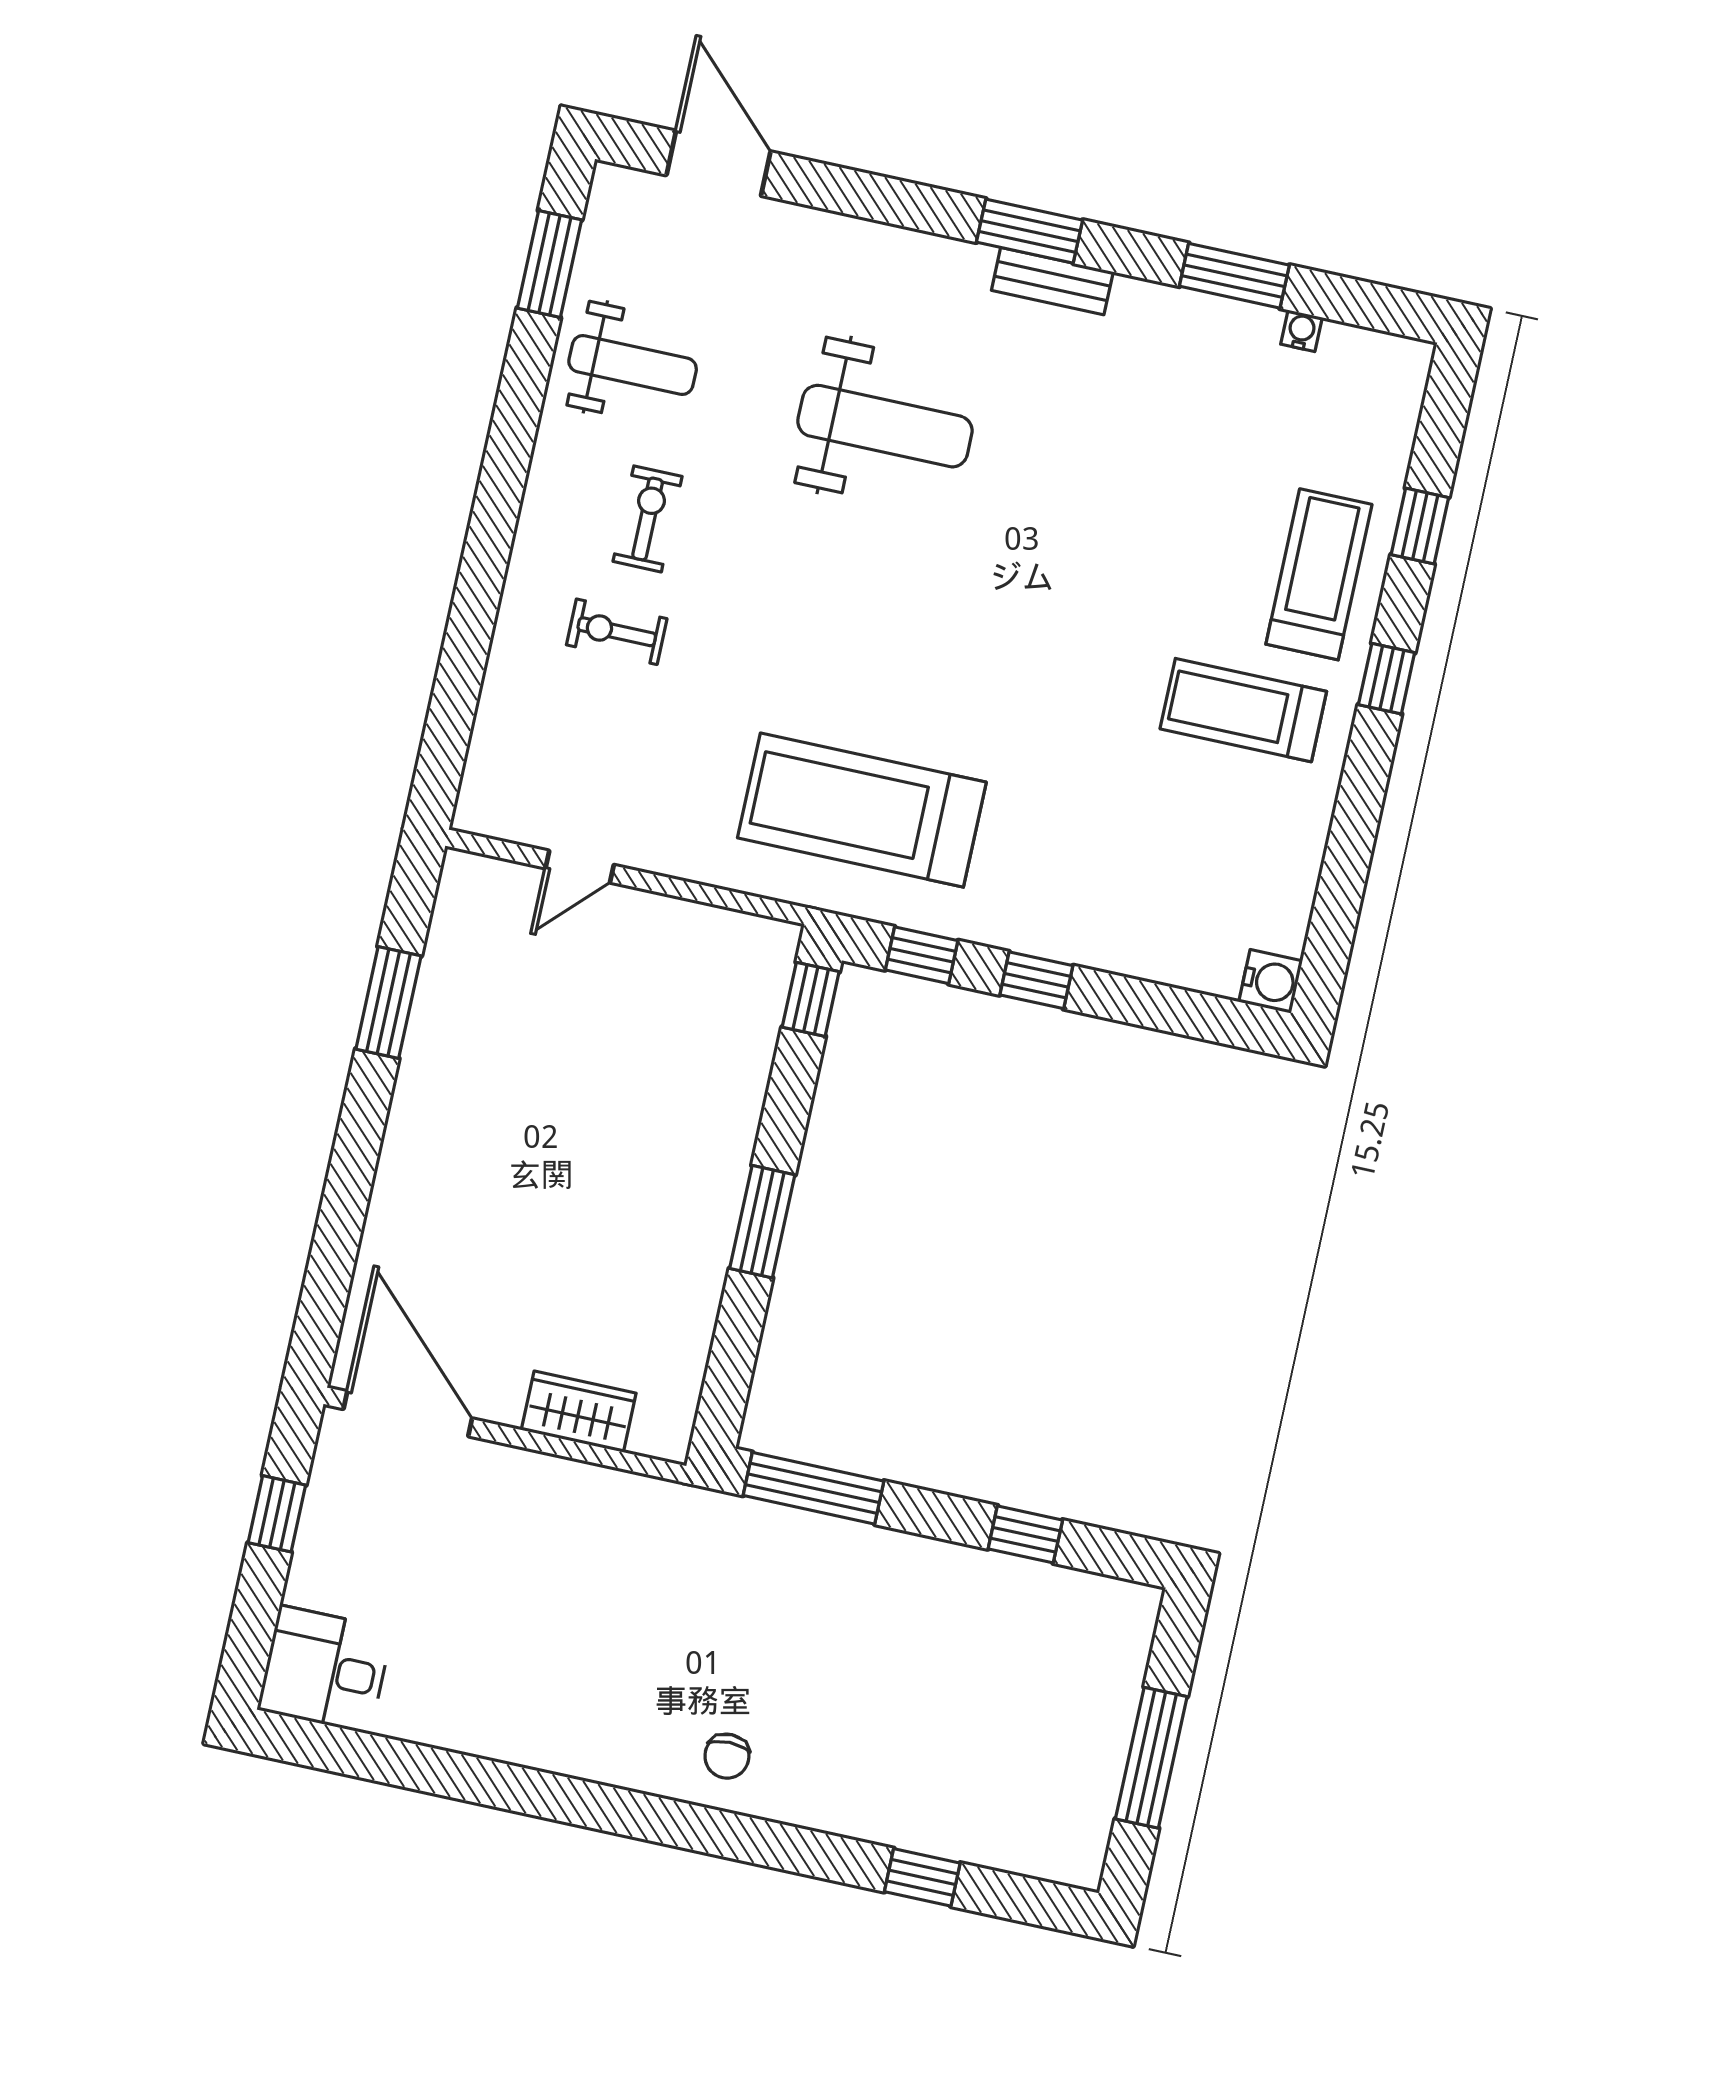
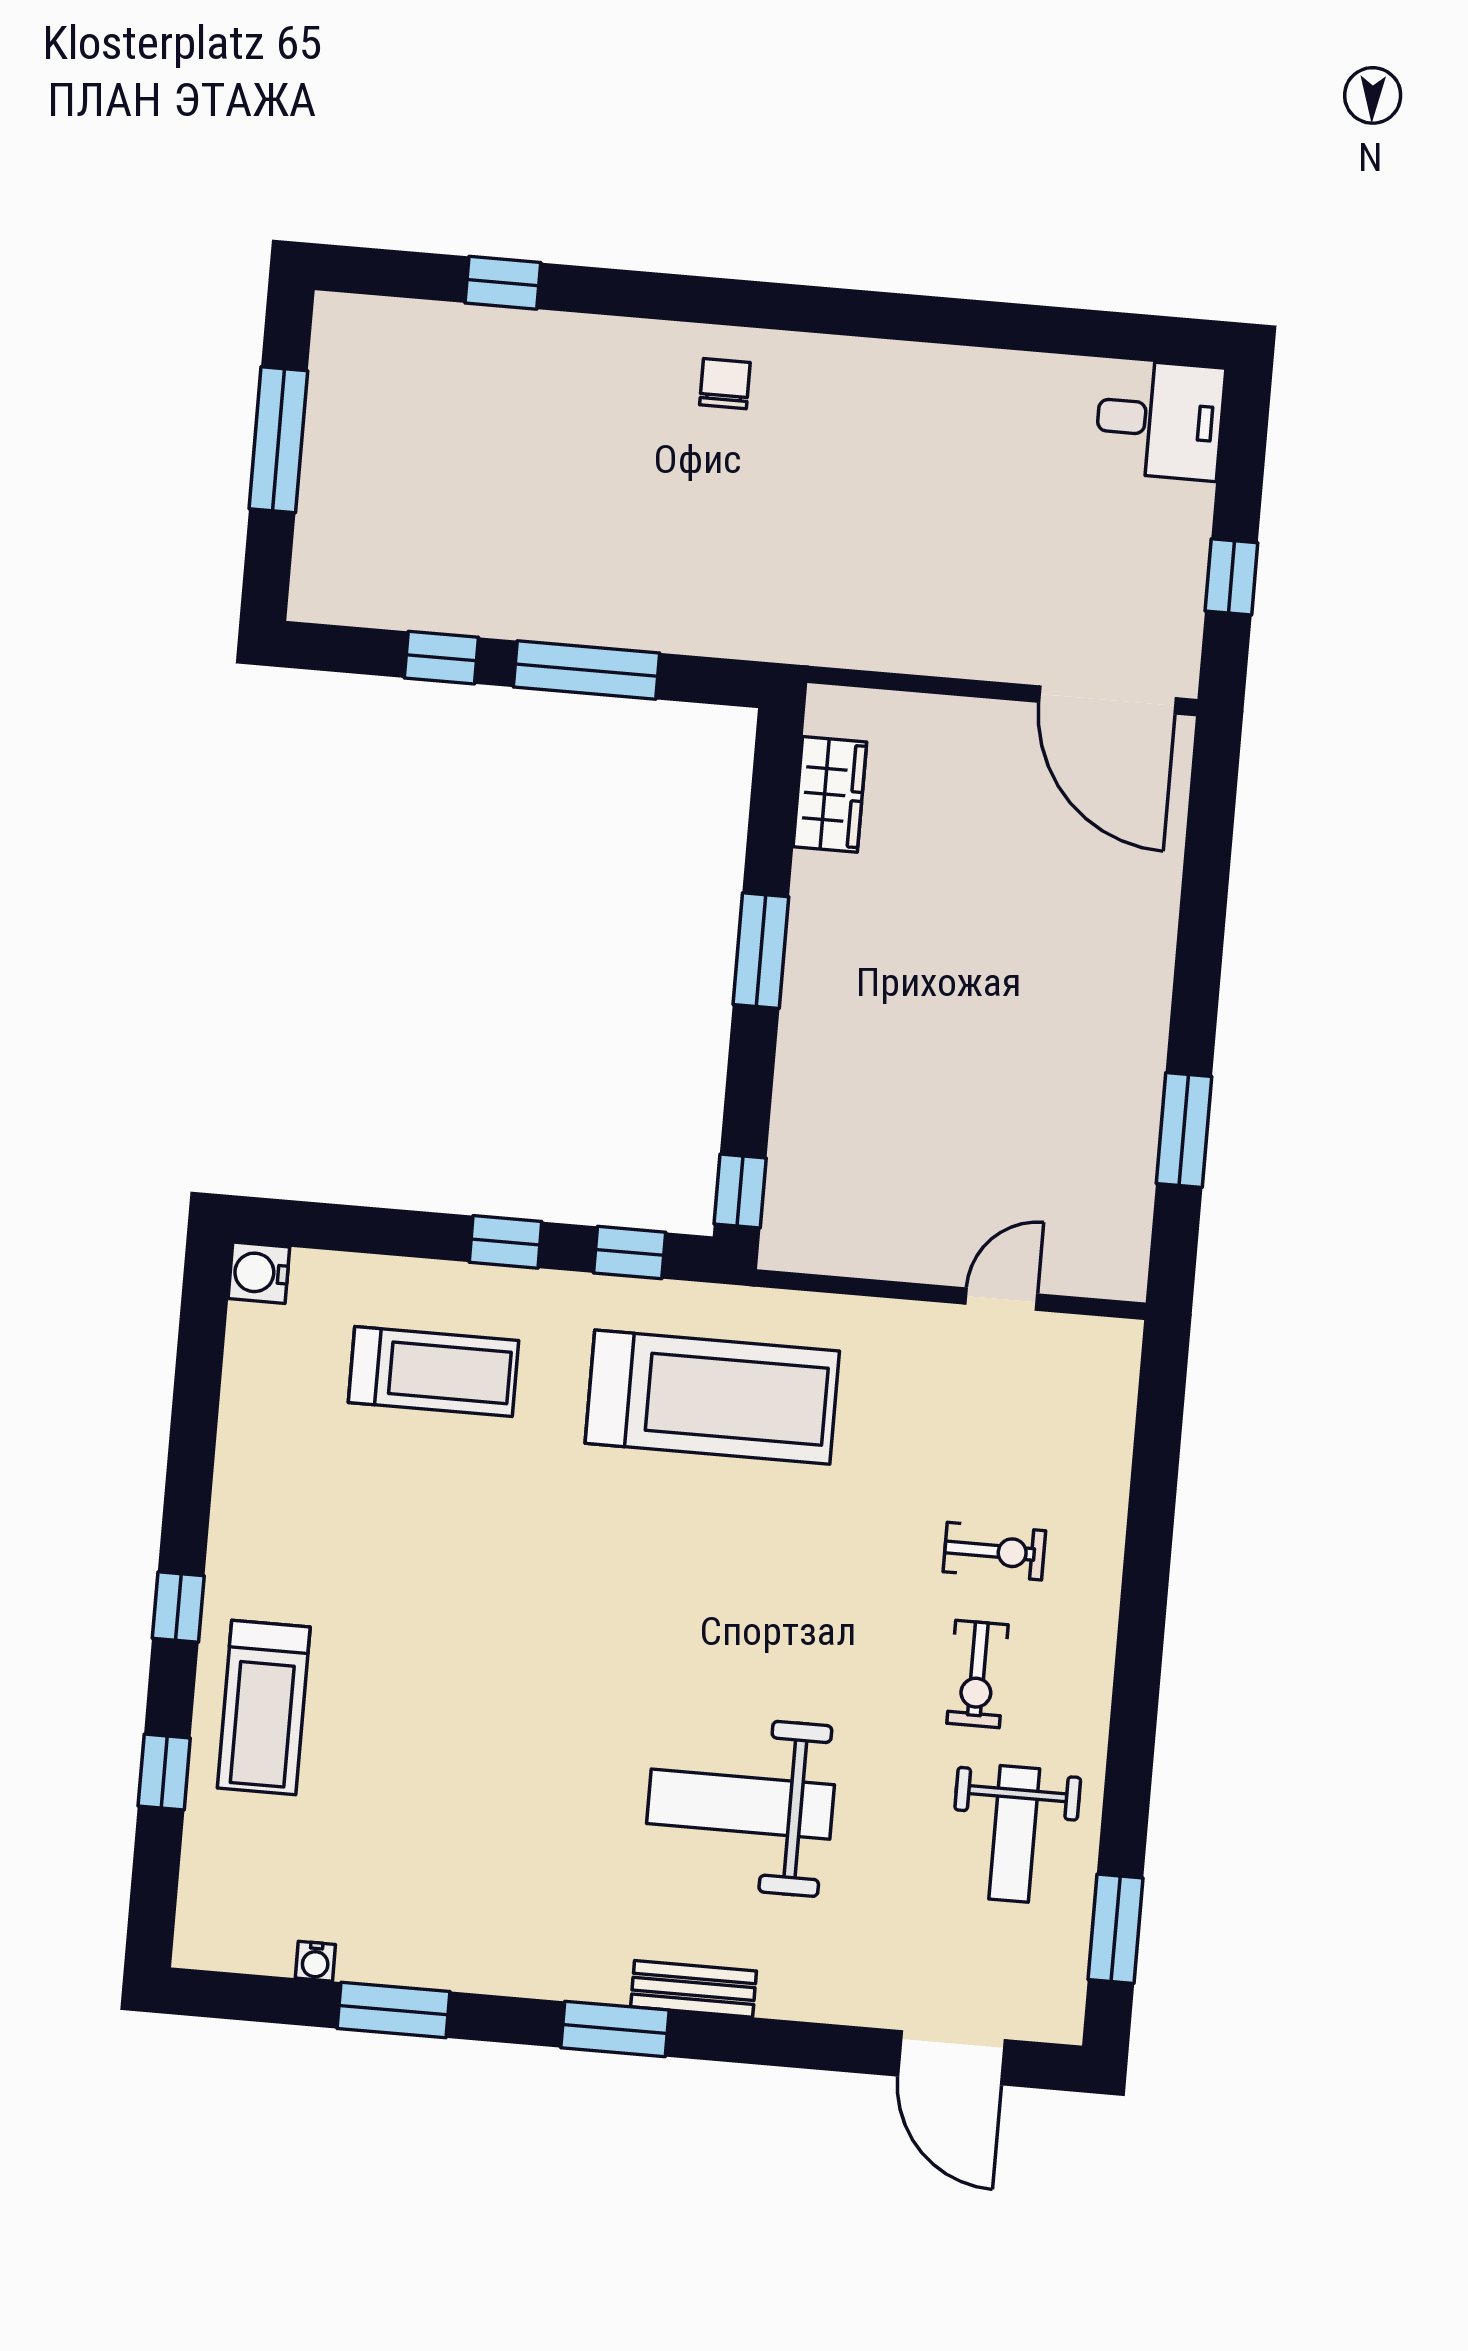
bench: (1052, 281) -> (694, 1989), moved
weight bench: (633, 365) -> (1014, 1834), turned -90
treadmill: (1243, 710) -> (433, 1371), moved
wardrobe: (579, 1412) -> (830, 794), moved, turned -90
window: (814, 1488) -> (587, 670), moved

